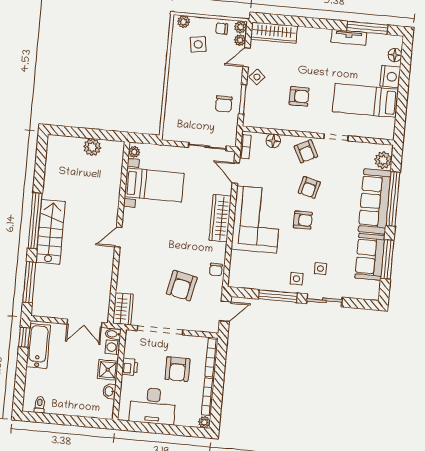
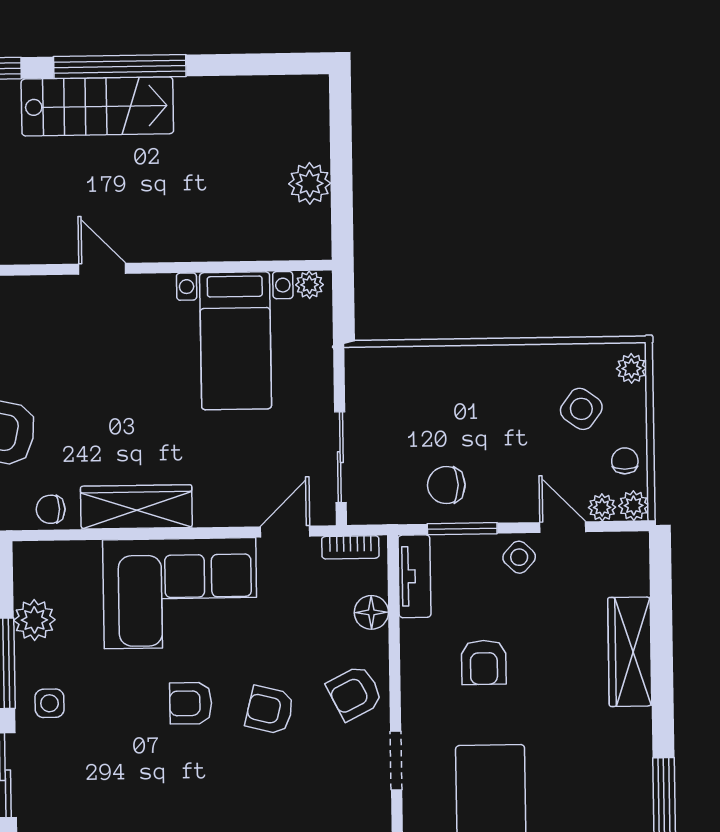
wardrobe: (274, 33) -> (630, 652), moved
tv unit: (349, 37) -> (414, 576), moved, turned 180
side table: (198, 44) -> (581, 409), turned 45
wardrobe: (220, 218) -> (136, 507), moved
armchair: (303, 220) -> (191, 703), turned 90
side table: (320, 269) -> (80, 758), removed
plant: (261, 281) -> (34, 620), added

